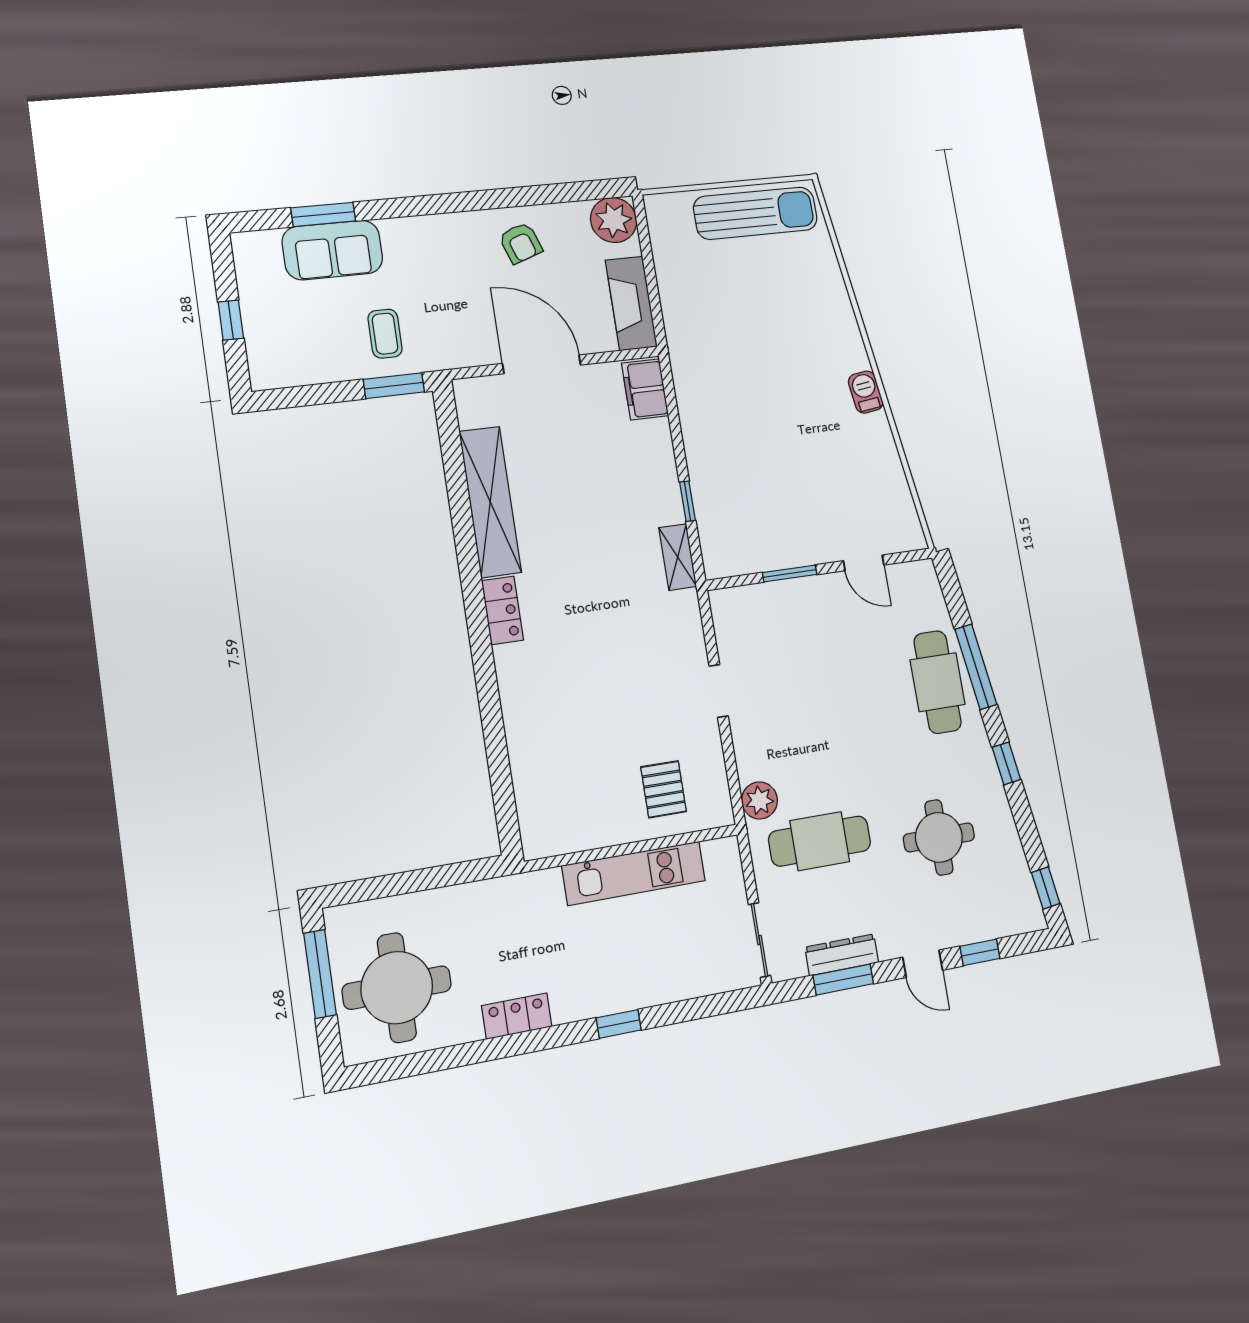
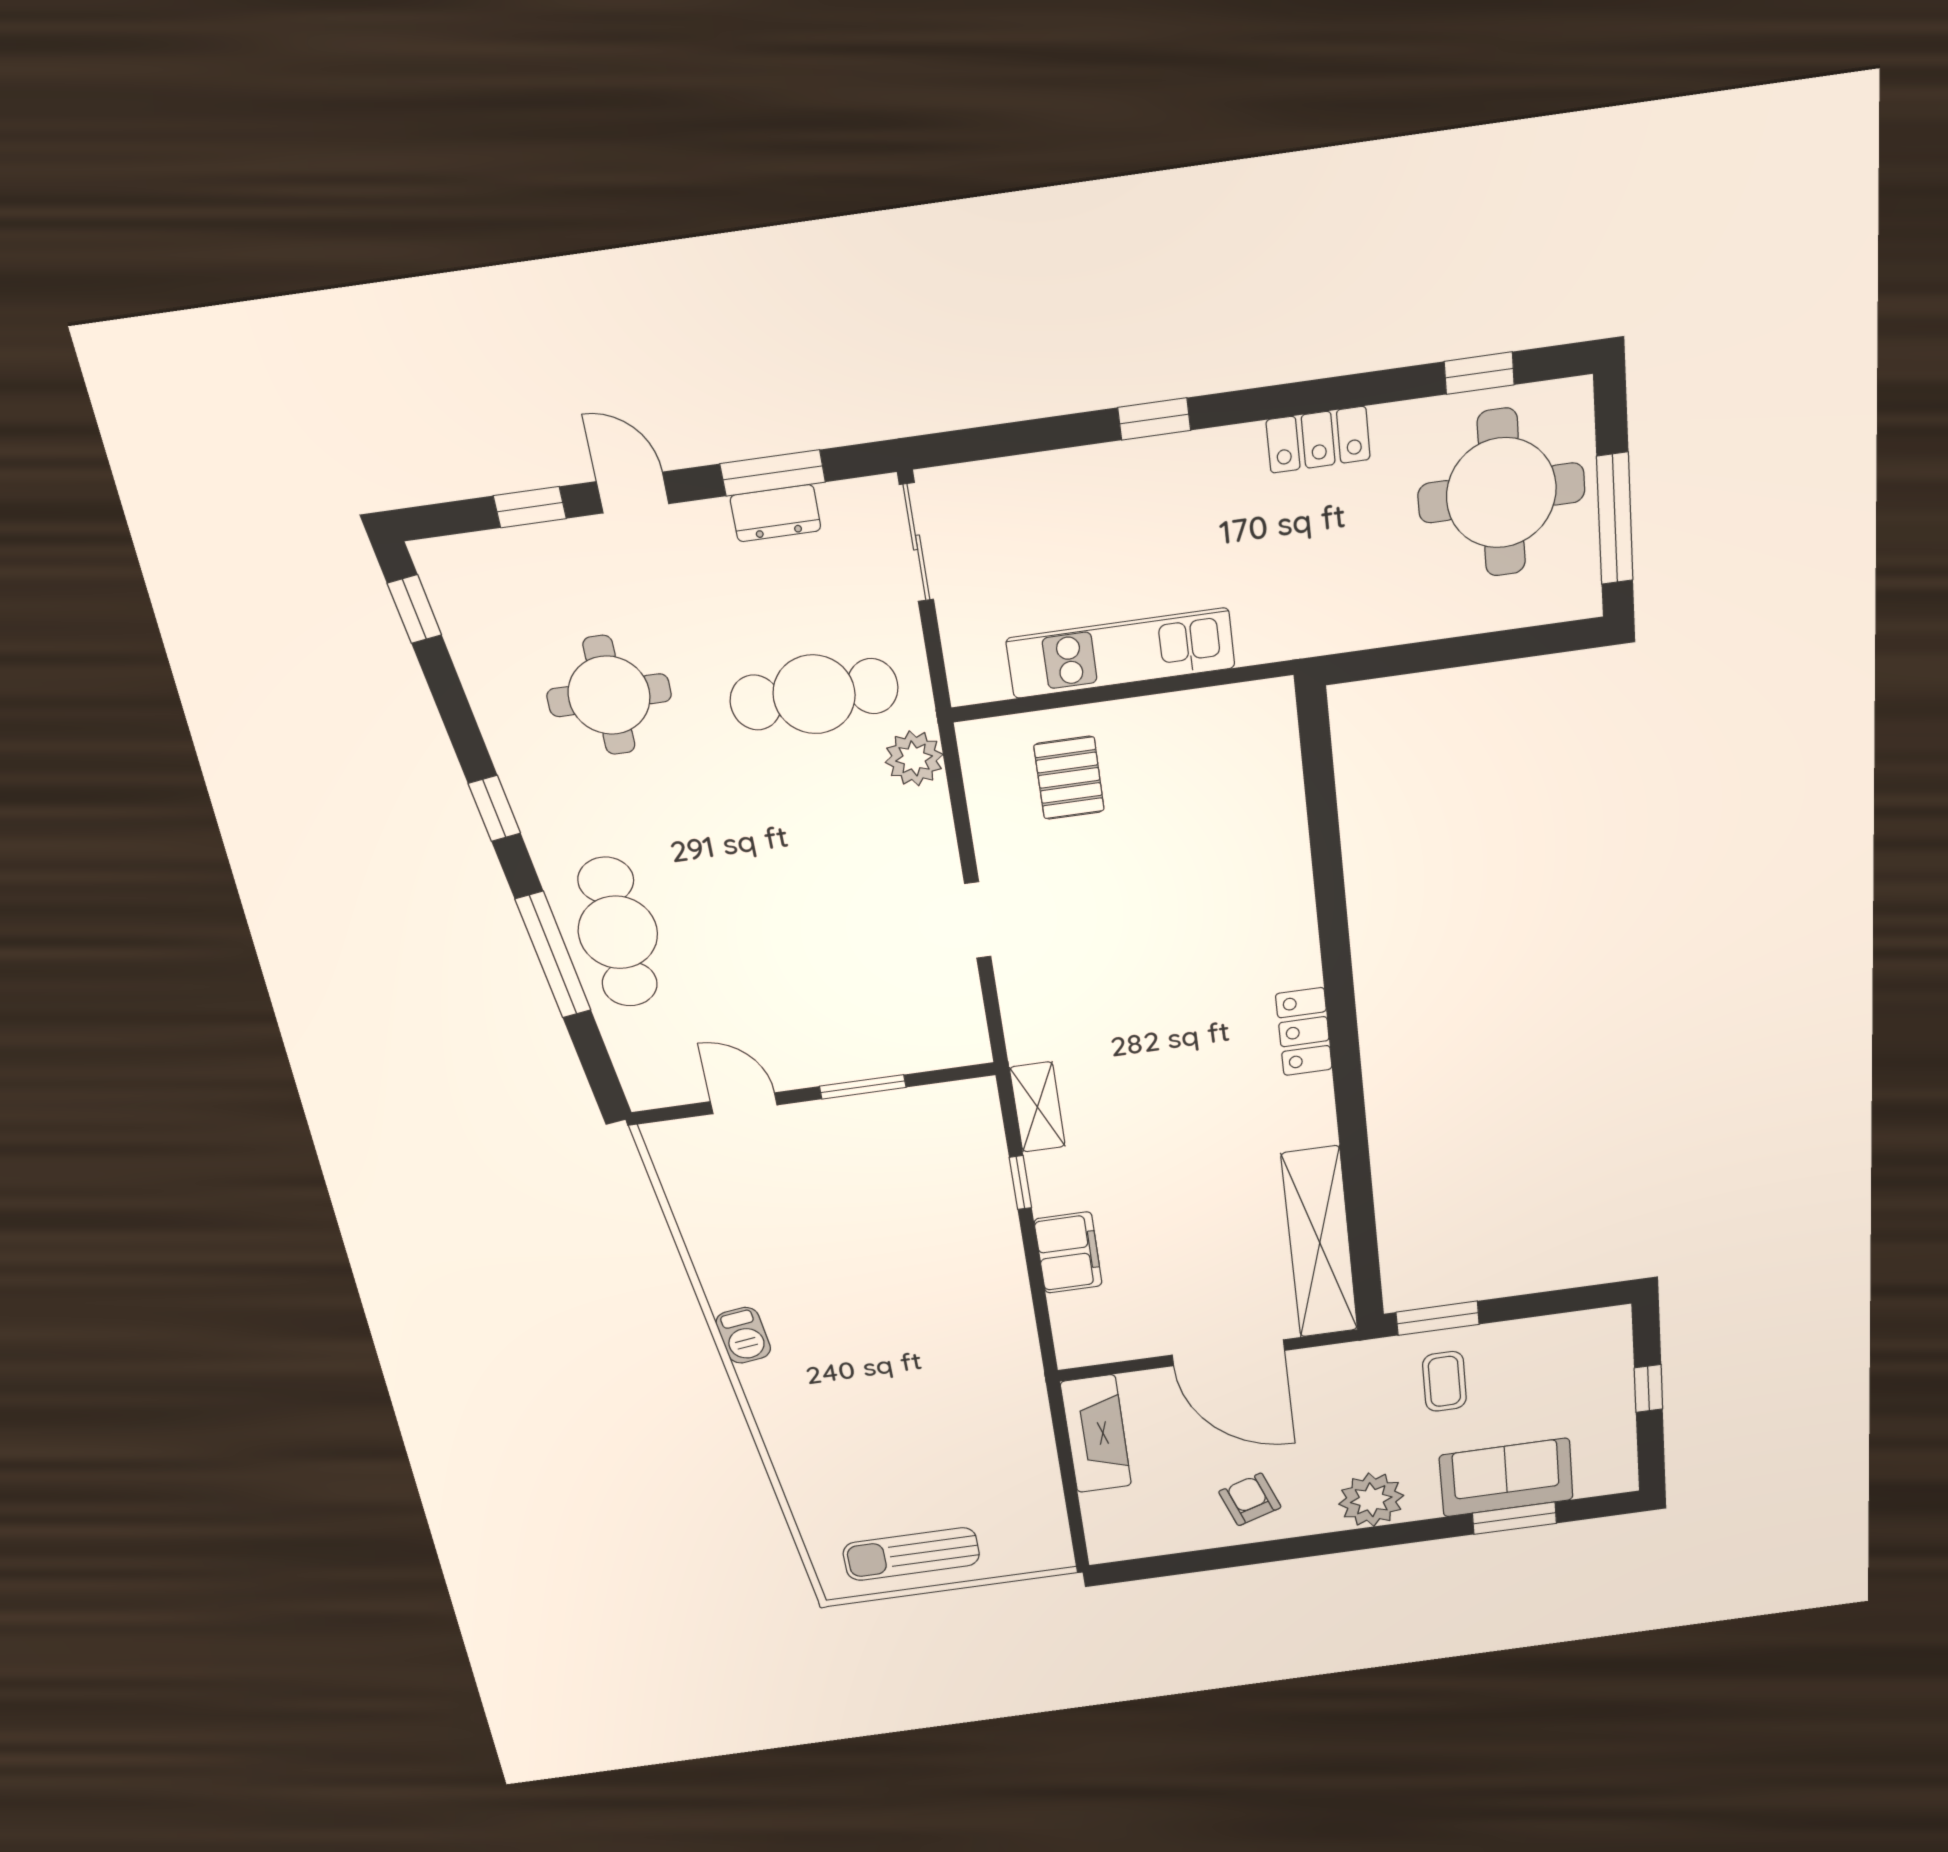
sun lounger: (756, 213) -> (911, 1554), width x0.73, depth x0.75
plant: (614, 220) -> (1371, 1500), moved
filing cabinet: (645, 389) -> (1068, 1253), moved
shelving: (490, 502) -> (1320, 1243), moved
dresser: (842, 955) -> (775, 513), width x0.70
window: (417, 1064) -> (1479, 373), added

